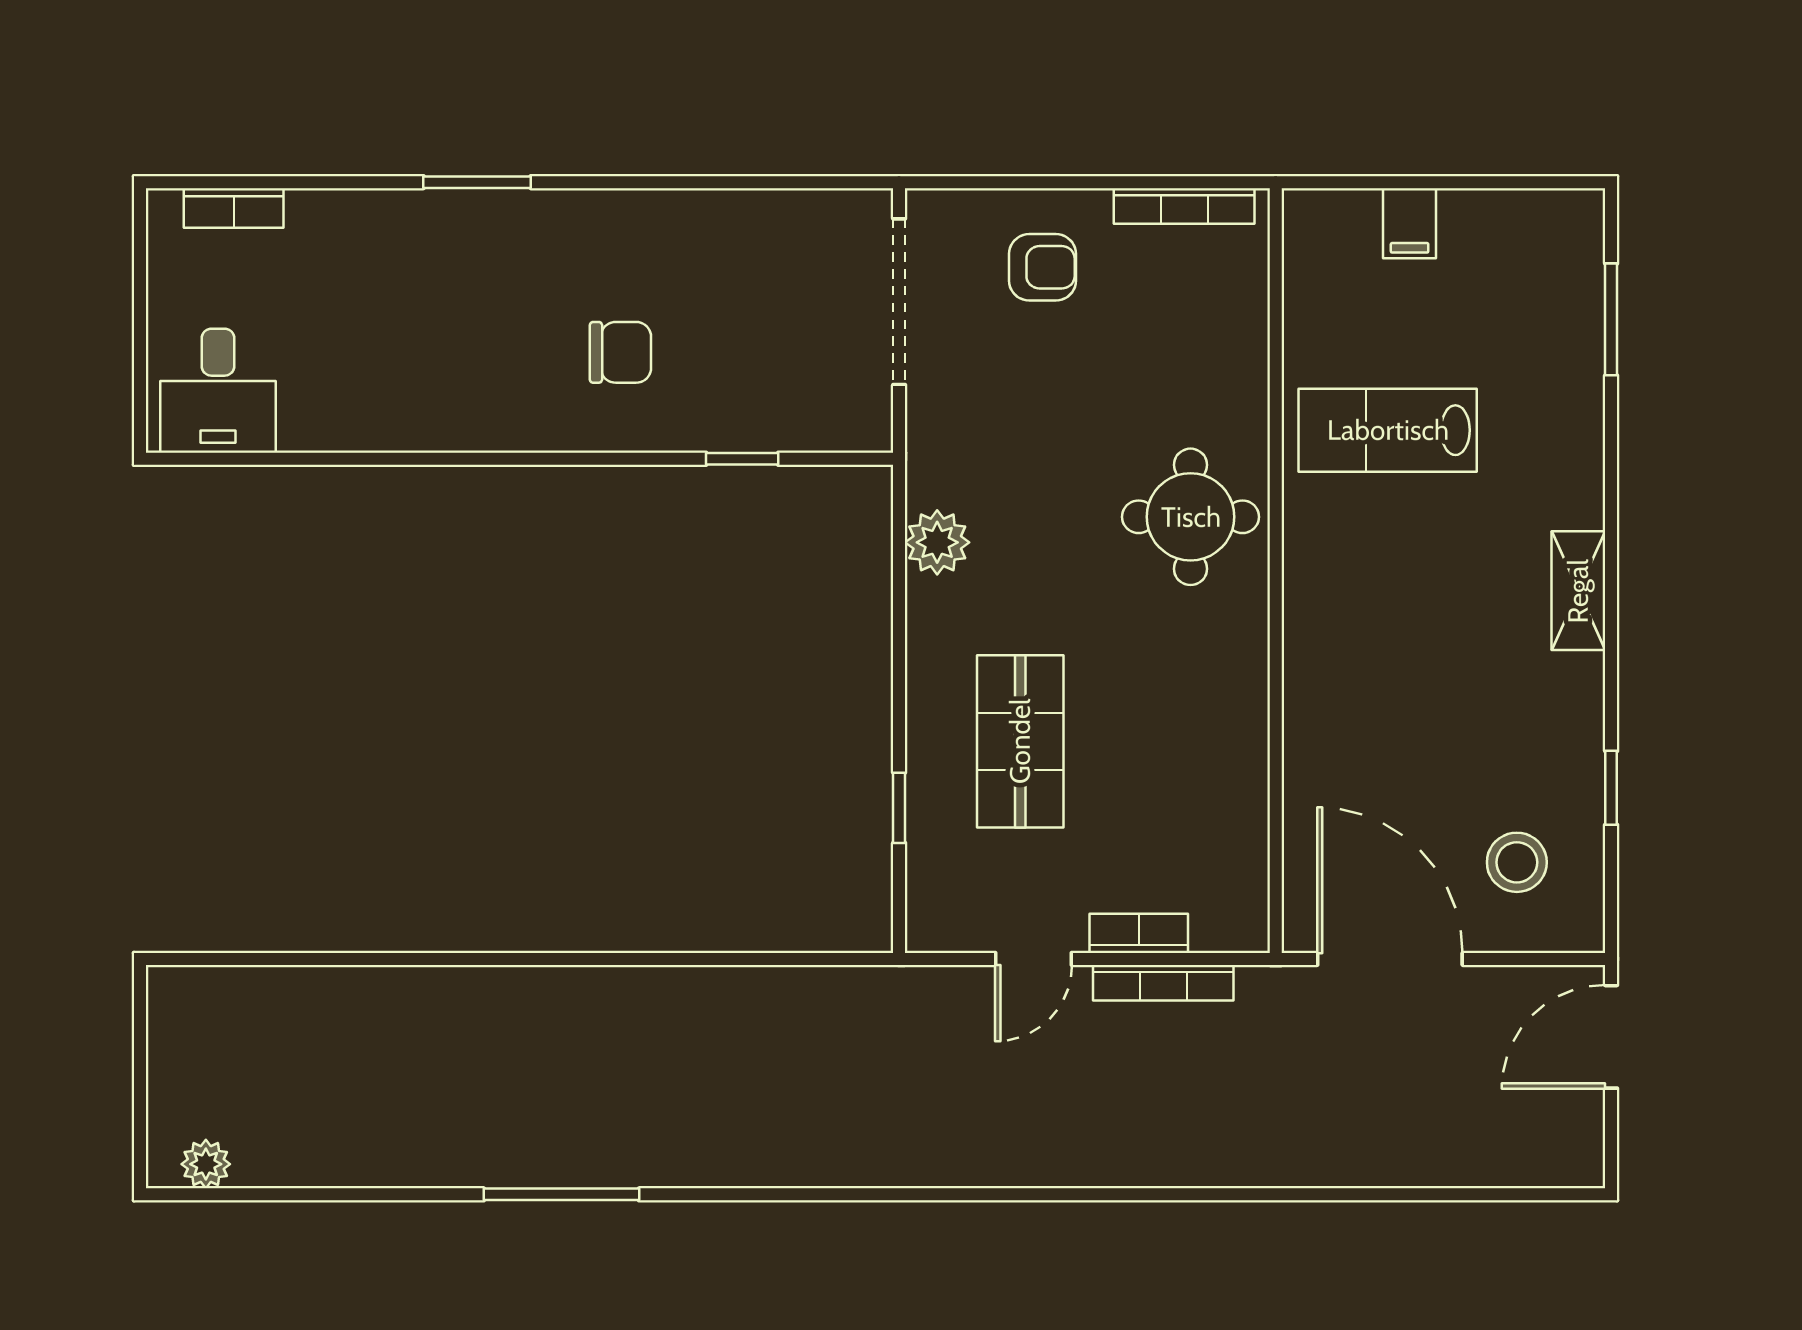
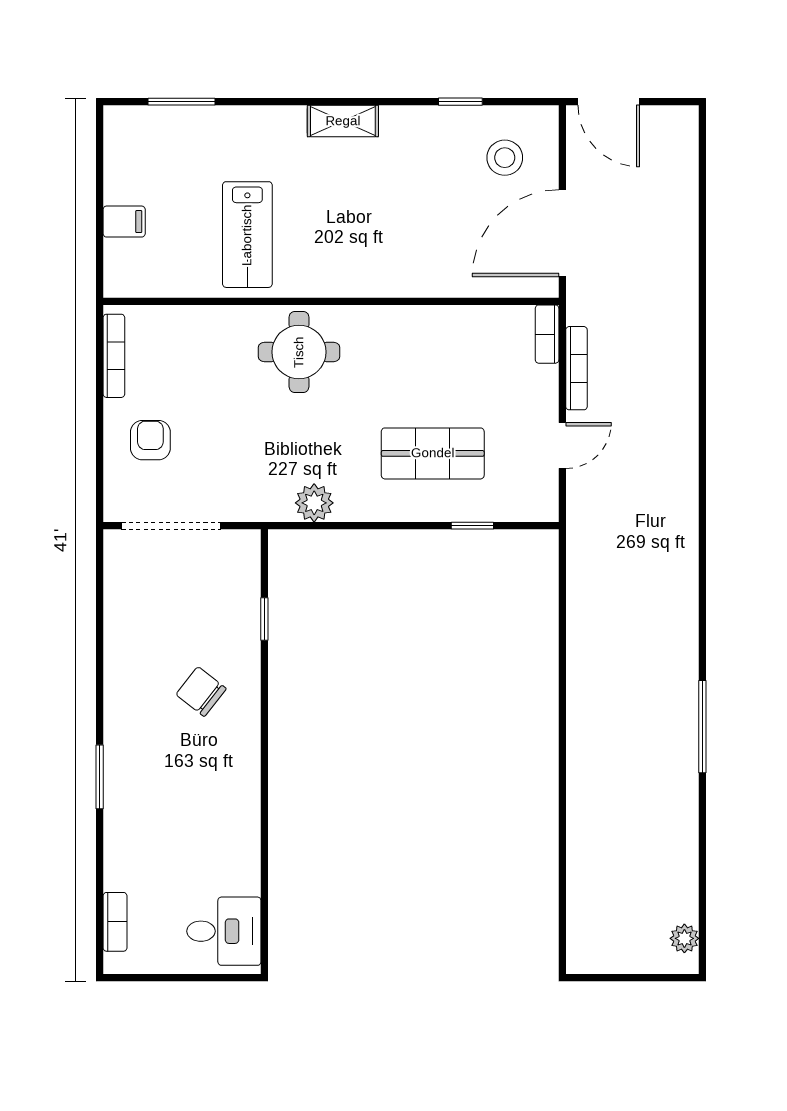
chair: (620, 352) -> (201, 692), turned -52
bookcase: (1139, 933) -> (547, 334), moved
door: (1033, 959) -> (562, 446), hinge flipped

